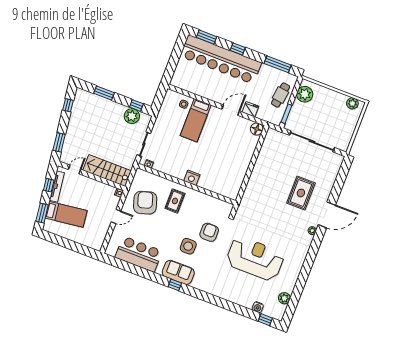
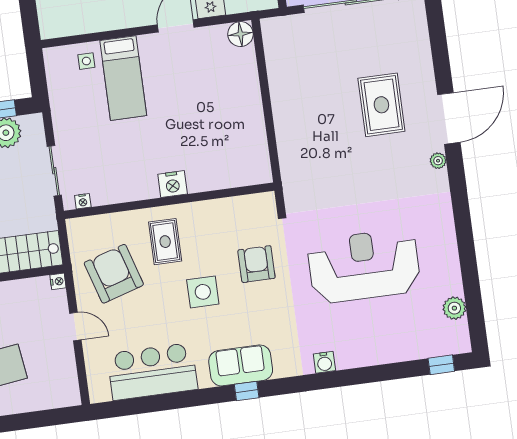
door: (116, 216) -> (75, 327), hinge flipped
side table: (188, 246) -> (203, 292), moved
water cooler: (258, 307) -> (324, 362), moved

